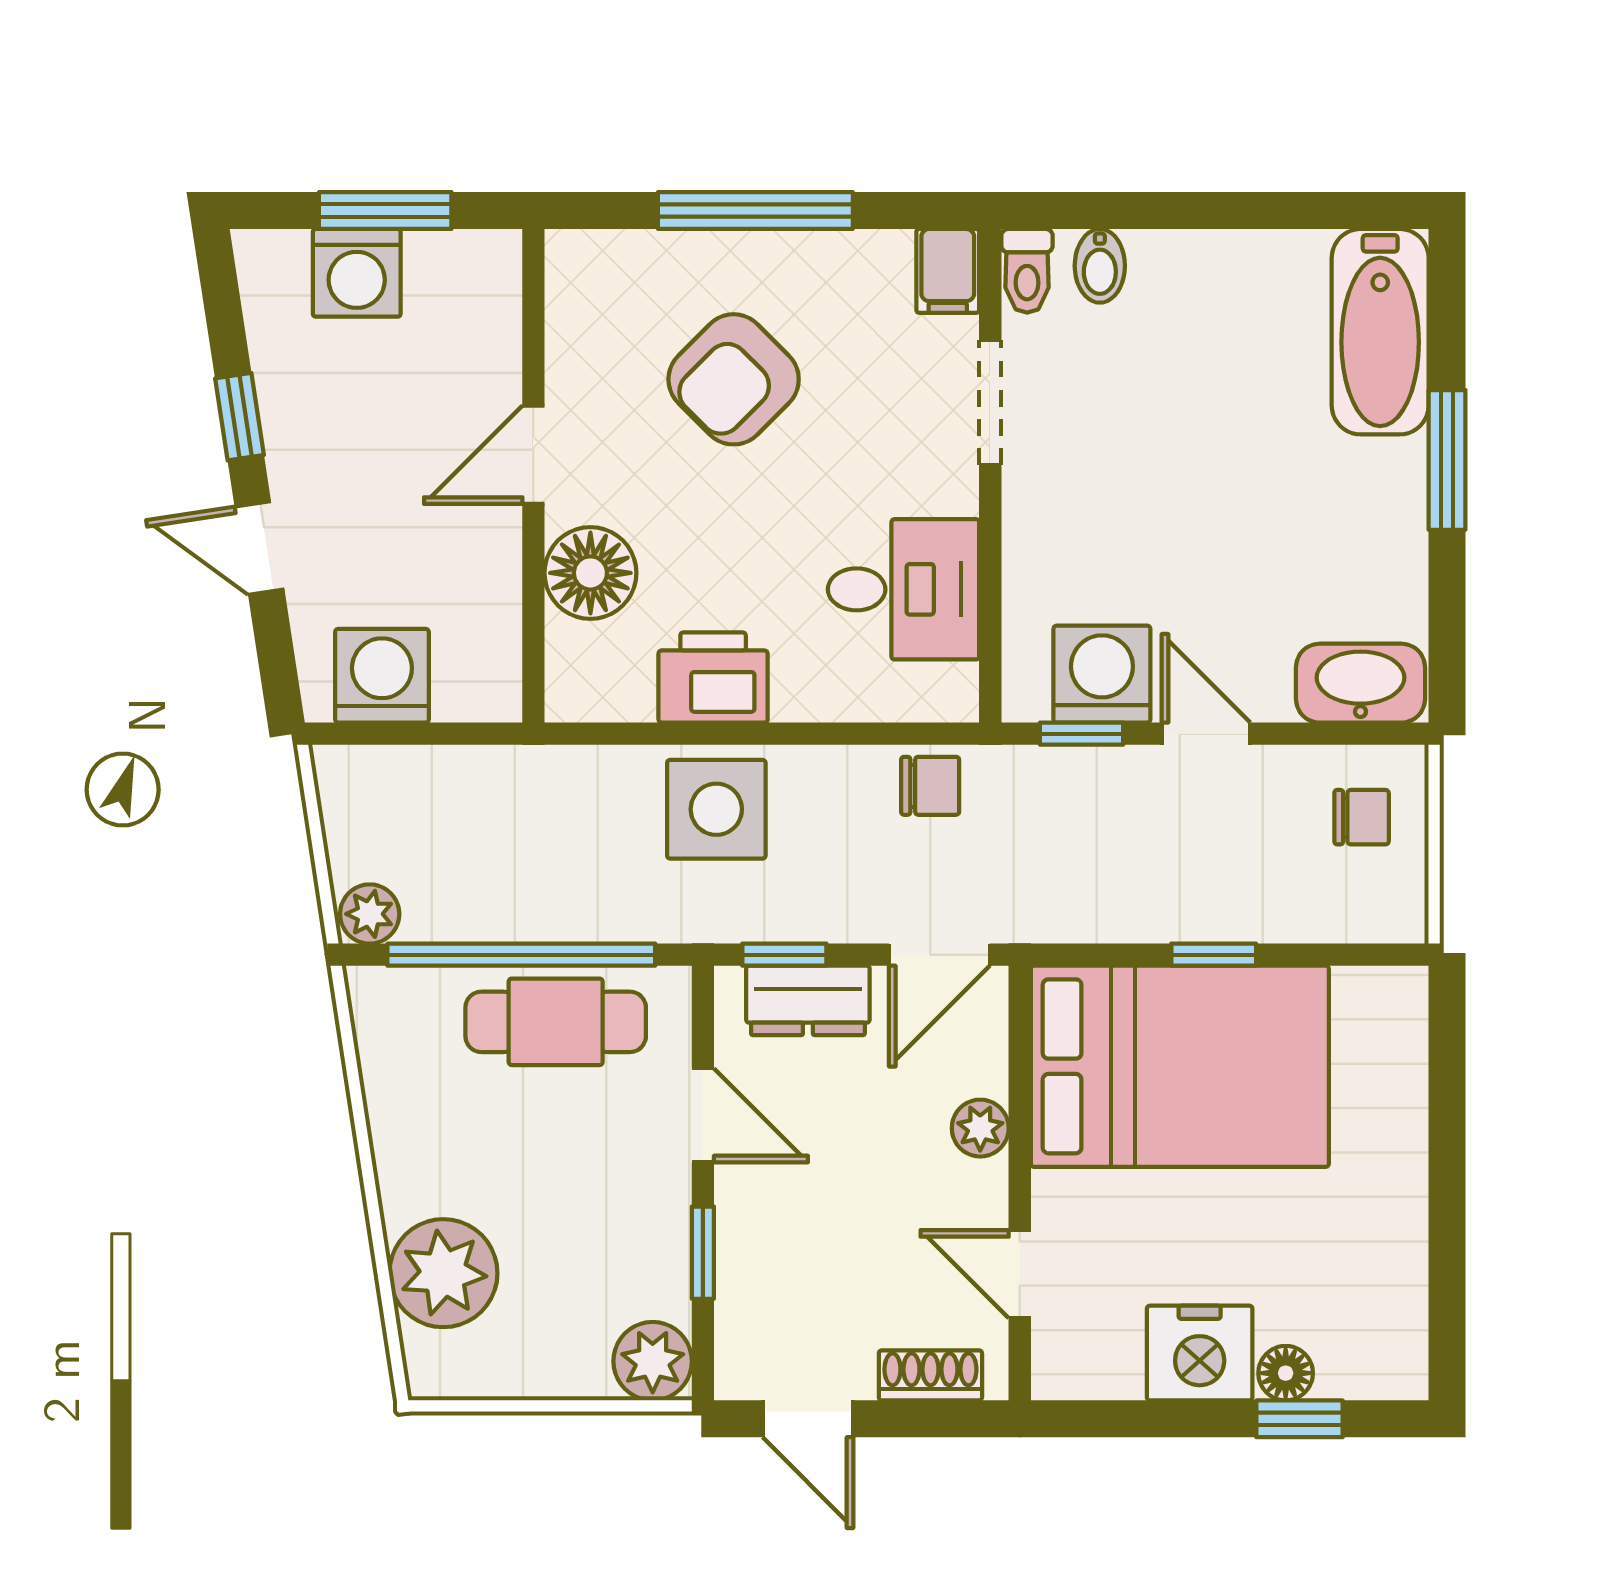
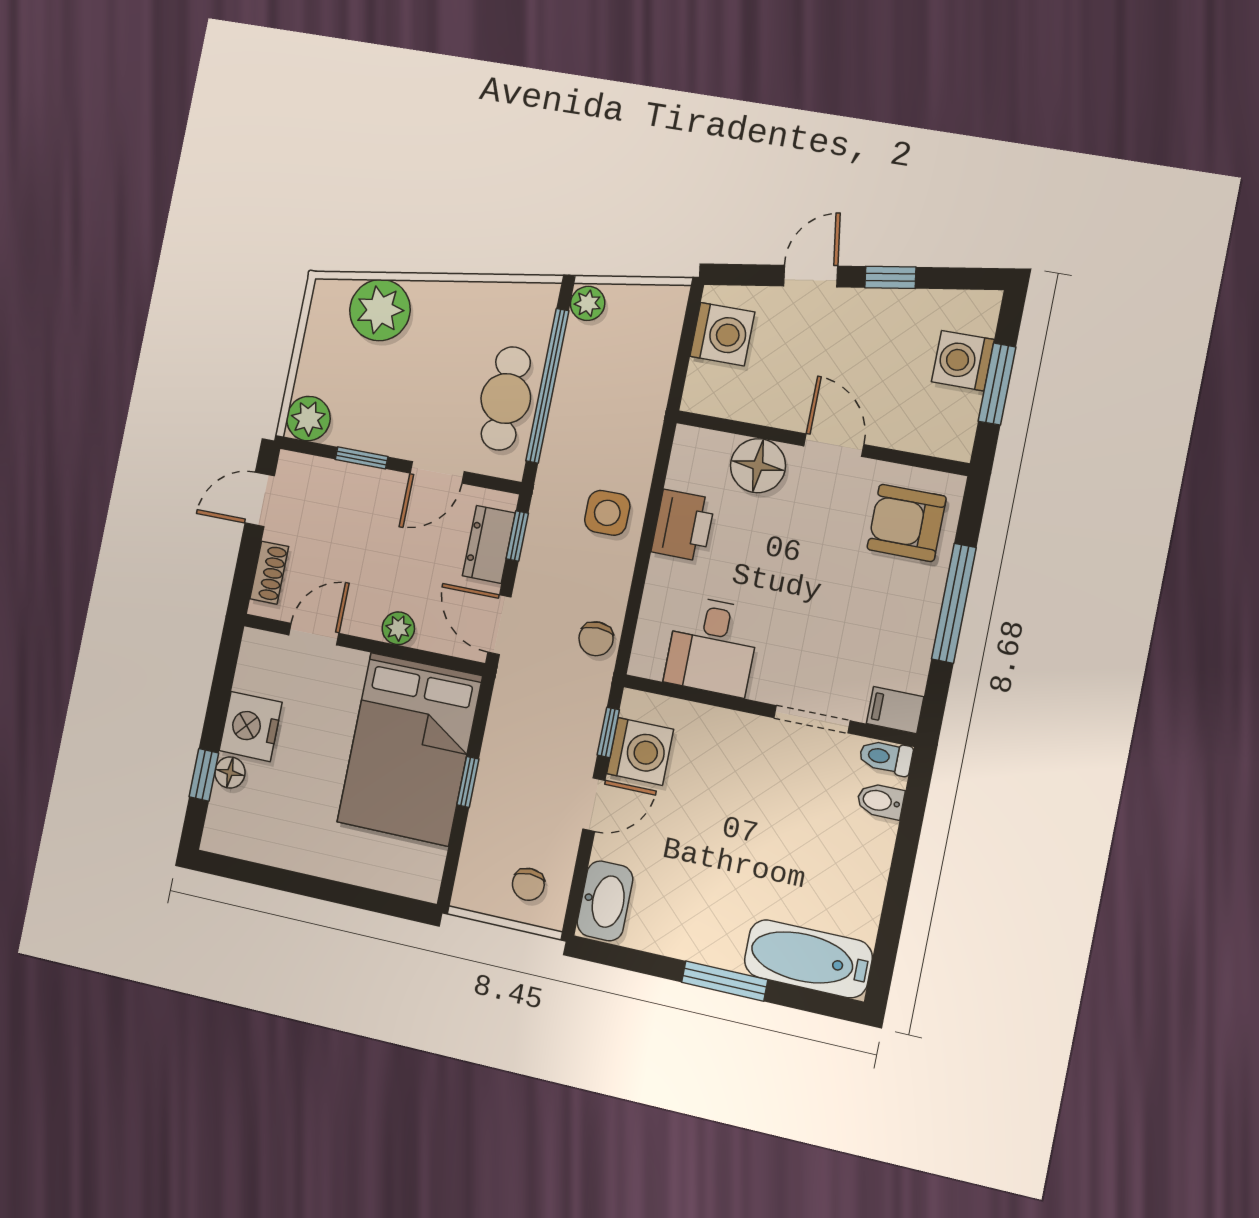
armchair: (734, 379) -> (907, 523), moved, turned -45
side table: (716, 809) -> (607, 513), width x0.73, depth x0.73

